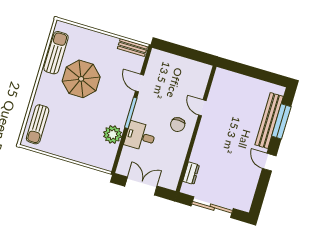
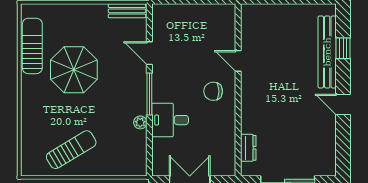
window: (281, 121) -> (343, 48), width x0.46
sun lounger: (38, 124) -> (71, 150), moved, turned -121
chair: (178, 125) -> (213, 91), turned 90
plant: (113, 134) -> (140, 122), width x0.53, depth x0.53

